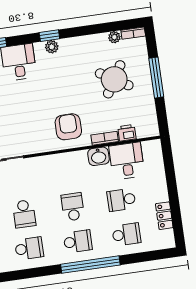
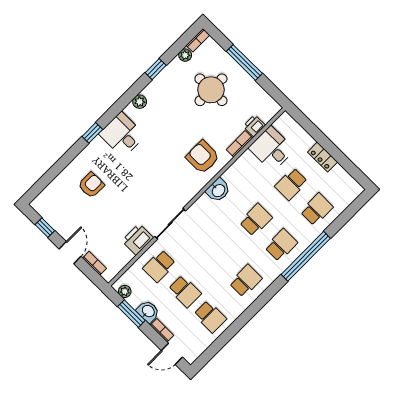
window: (49, 36) -> (156, 69), moved
round table: (114, 79) -> (211, 90), turned -31
washbasin: (98, 156) -> (218, 190), moved
school desk: (73, 207) -> (256, 220), turned 90
school desk: (24, 214) -> (220, 256), removed
locker: (164, 216) -> (323, 157), moved

